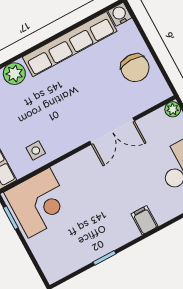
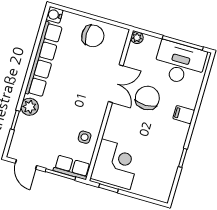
chair: (127, 173) -> (147, 98), added

